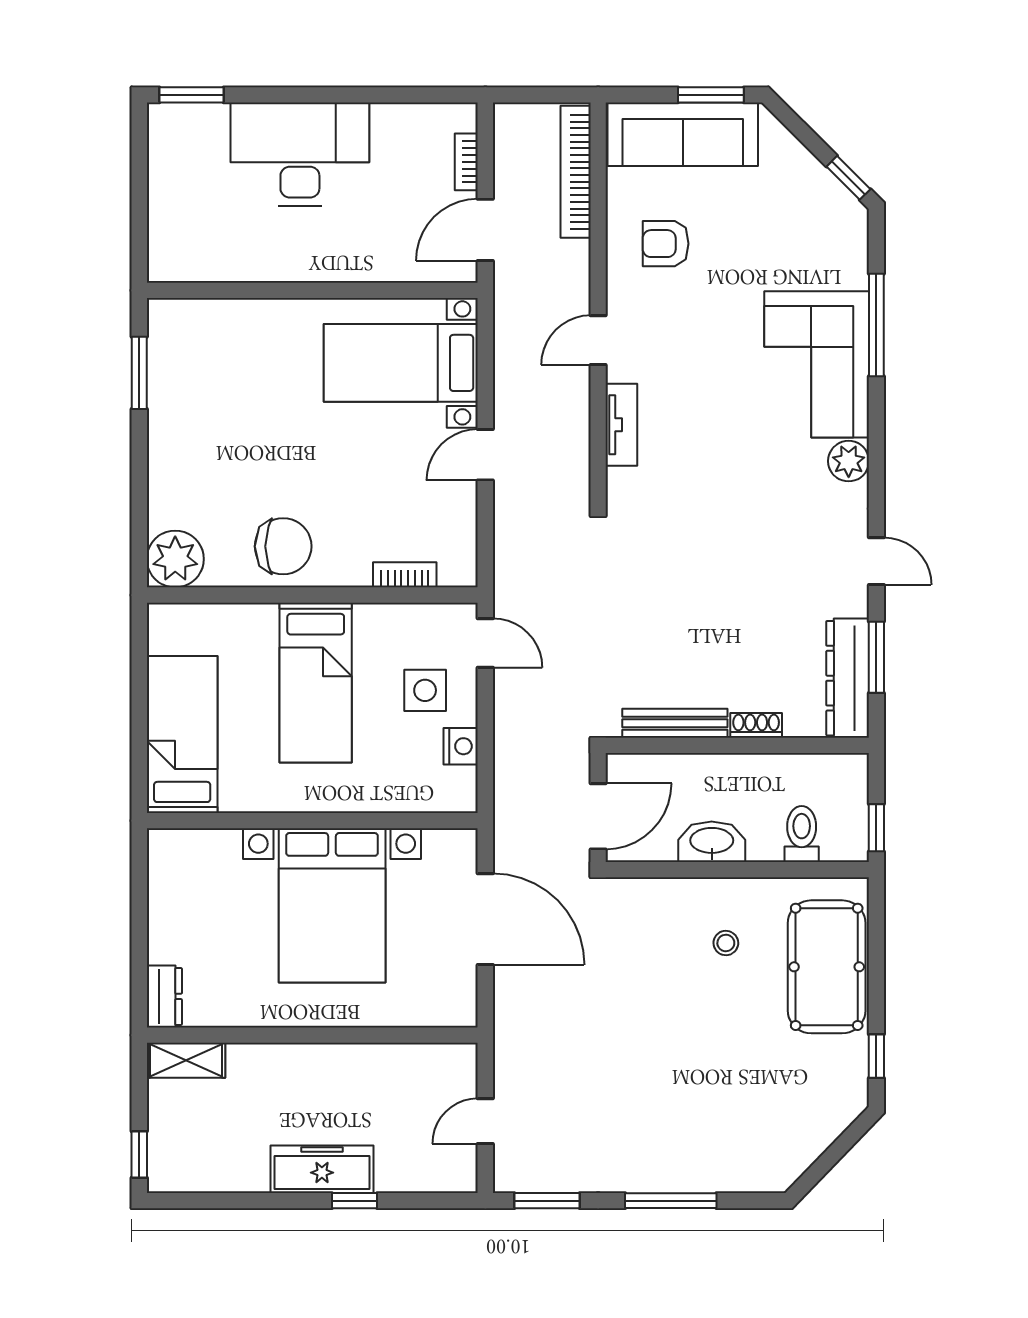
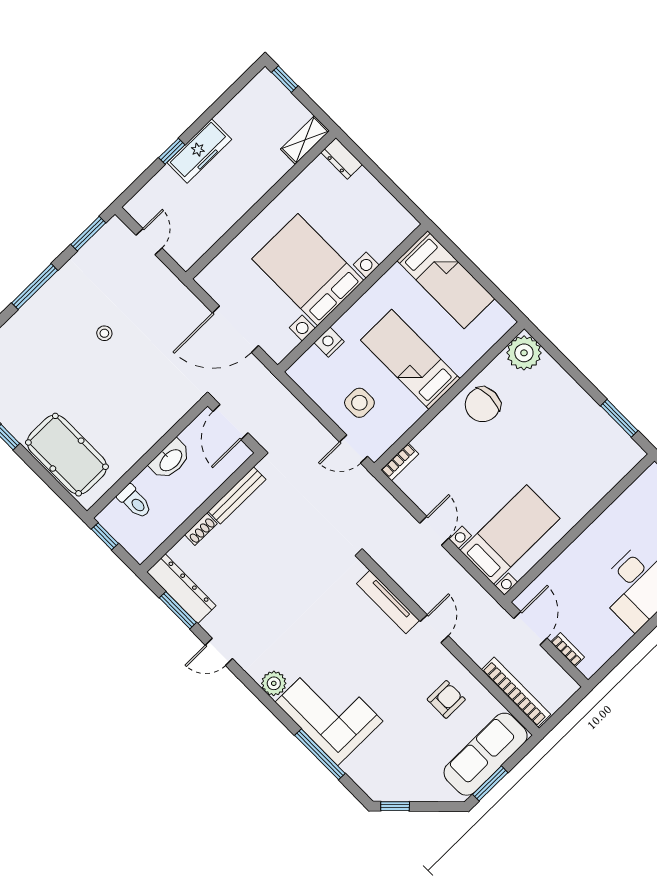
tv unit: (621, 425) -> (388, 602), width x1.41
bookcase: (405, 575) -> (400, 462), moved
nightstand: (461, 746) -> (329, 342), moved, turned 90
stool: (726, 943) -> (104, 333), moved

